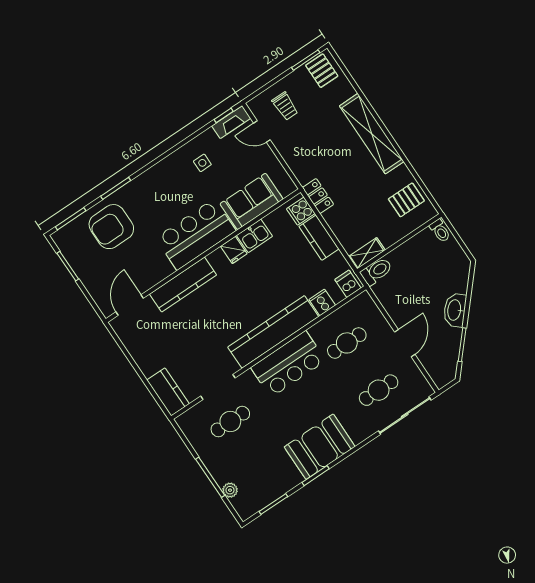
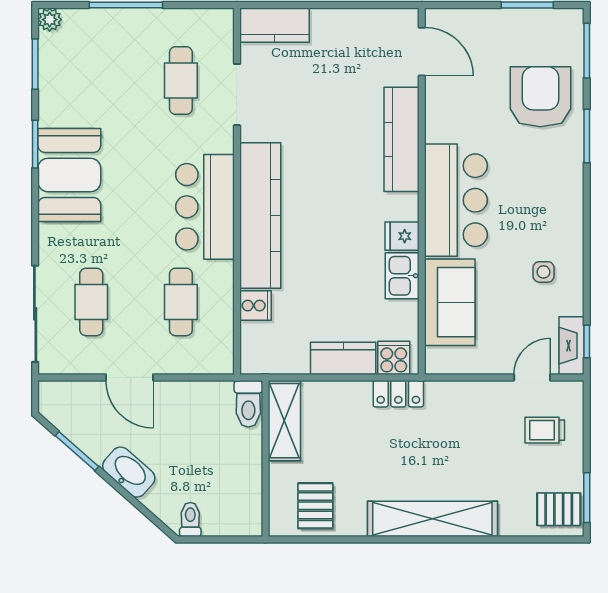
toilet: (440, 231) -> (190, 519), moved, turned 90
shelving: (367, 253) -> (284, 421), width x1.50, depth x1.33
dishwasher: (348, 284) -> (257, 356), removed
plant: (230, 490) -> (50, 20), moved

